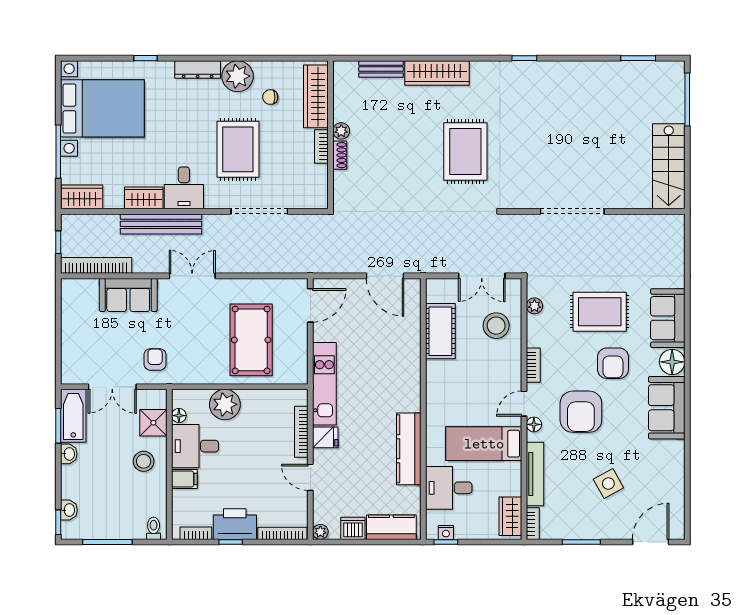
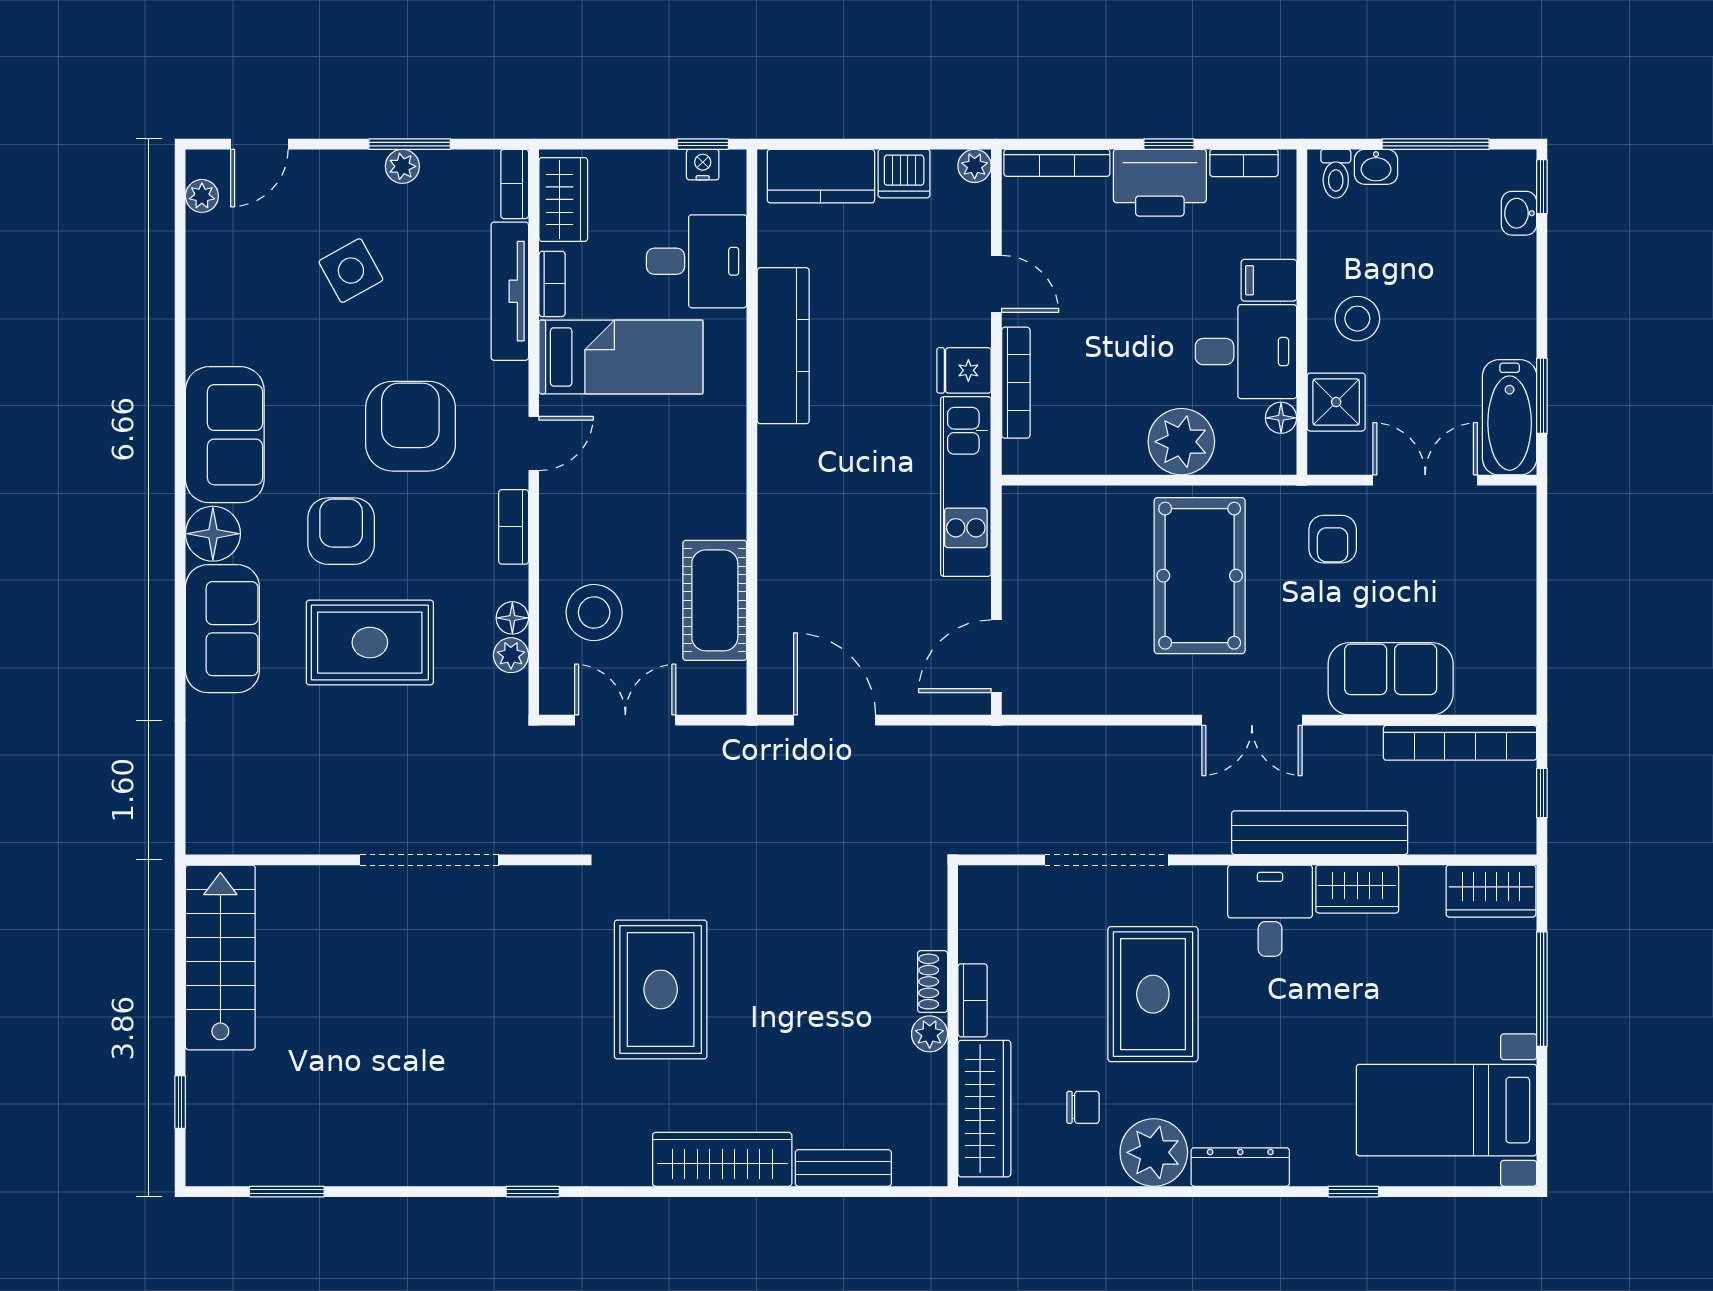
window: (687, 99) -> (180, 1102), width x0.46
bed with nightstands: (102, 108) -> (1447, 1110), width x0.73
pool table: (251, 340) -> (1200, 576), moved
floor lamp: (534, 424) -> (512, 618), moved
washbasin: (69, 454) -> (1376, 167), moved, turned -90
bookcase: (516, 477) -> (552, 284), added
plant: (677, 518) -> (202, 196), added
plant: (585, 532) -> (402, 166), added
door: (651, 542) -> (259, 144), width x0.73

